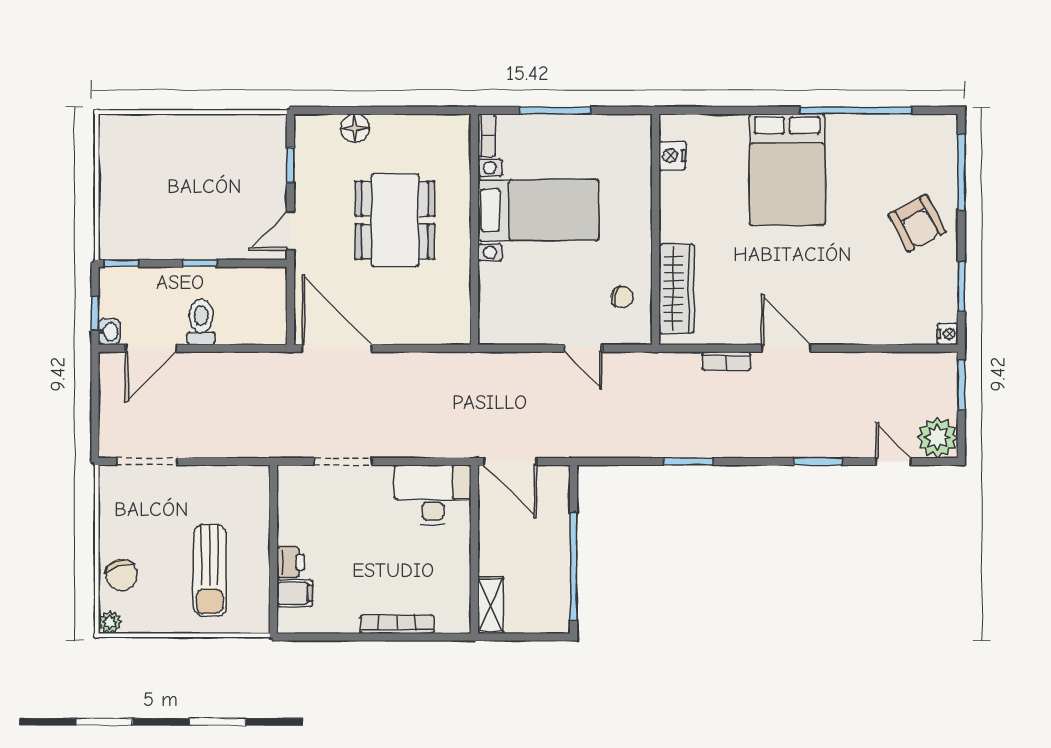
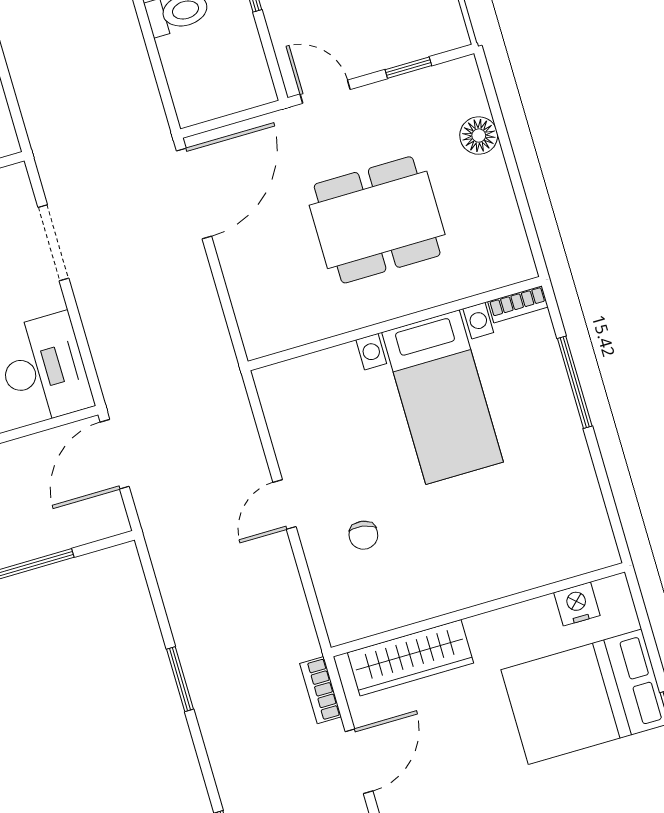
nightstand: (672, 156) -> (577, 604), moved
wall: (656, 229) -> (478, 610), moved
wardrobe: (676, 289) -> (411, 658), moved

